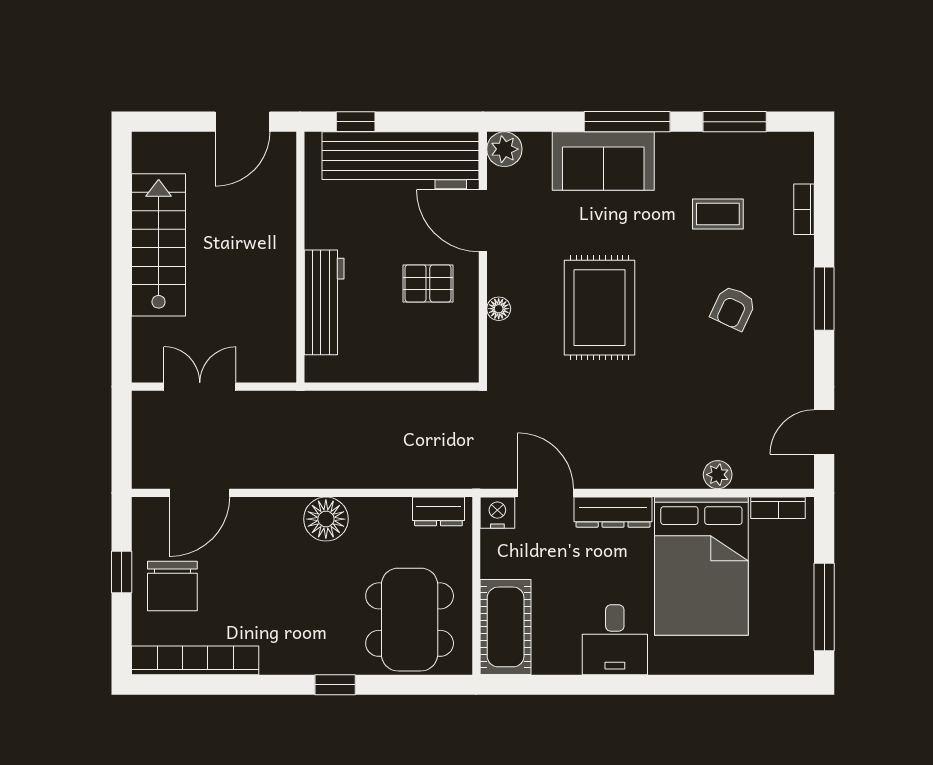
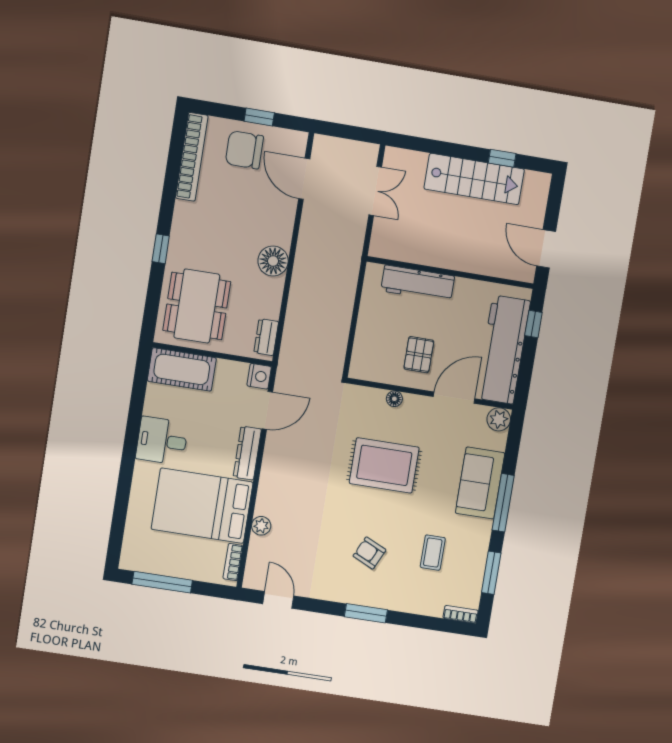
window: (122, 209) -> (502, 158), added
bookcase: (804, 209) -> (461, 614), moved
dining table: (410, 620) -> (197, 306), turned 90

